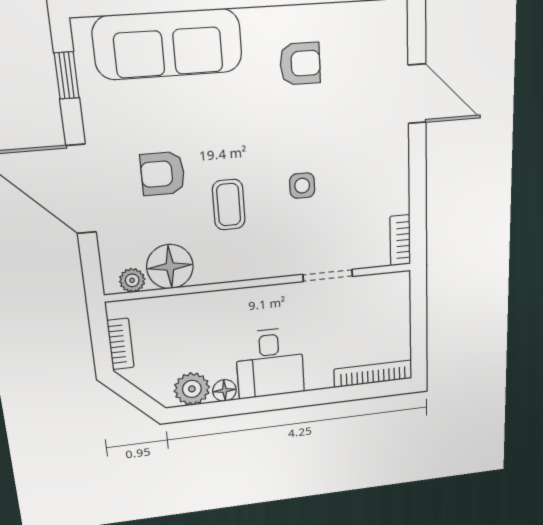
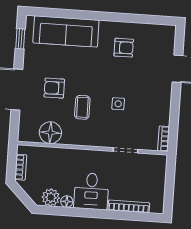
plant: (132, 280) -> (32, 136), removed
bookcase: (373, 374) -> (129, 206), moved

